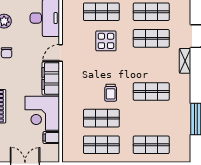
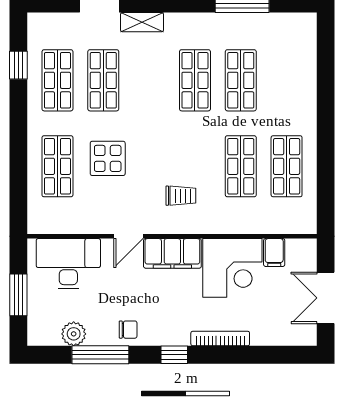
door: (61, 53) -> (128, 236), hinge flipped
trolley: (111, 93) -> (181, 196), moved
shop shelf: (151, 145) -> (241, 80), moved

